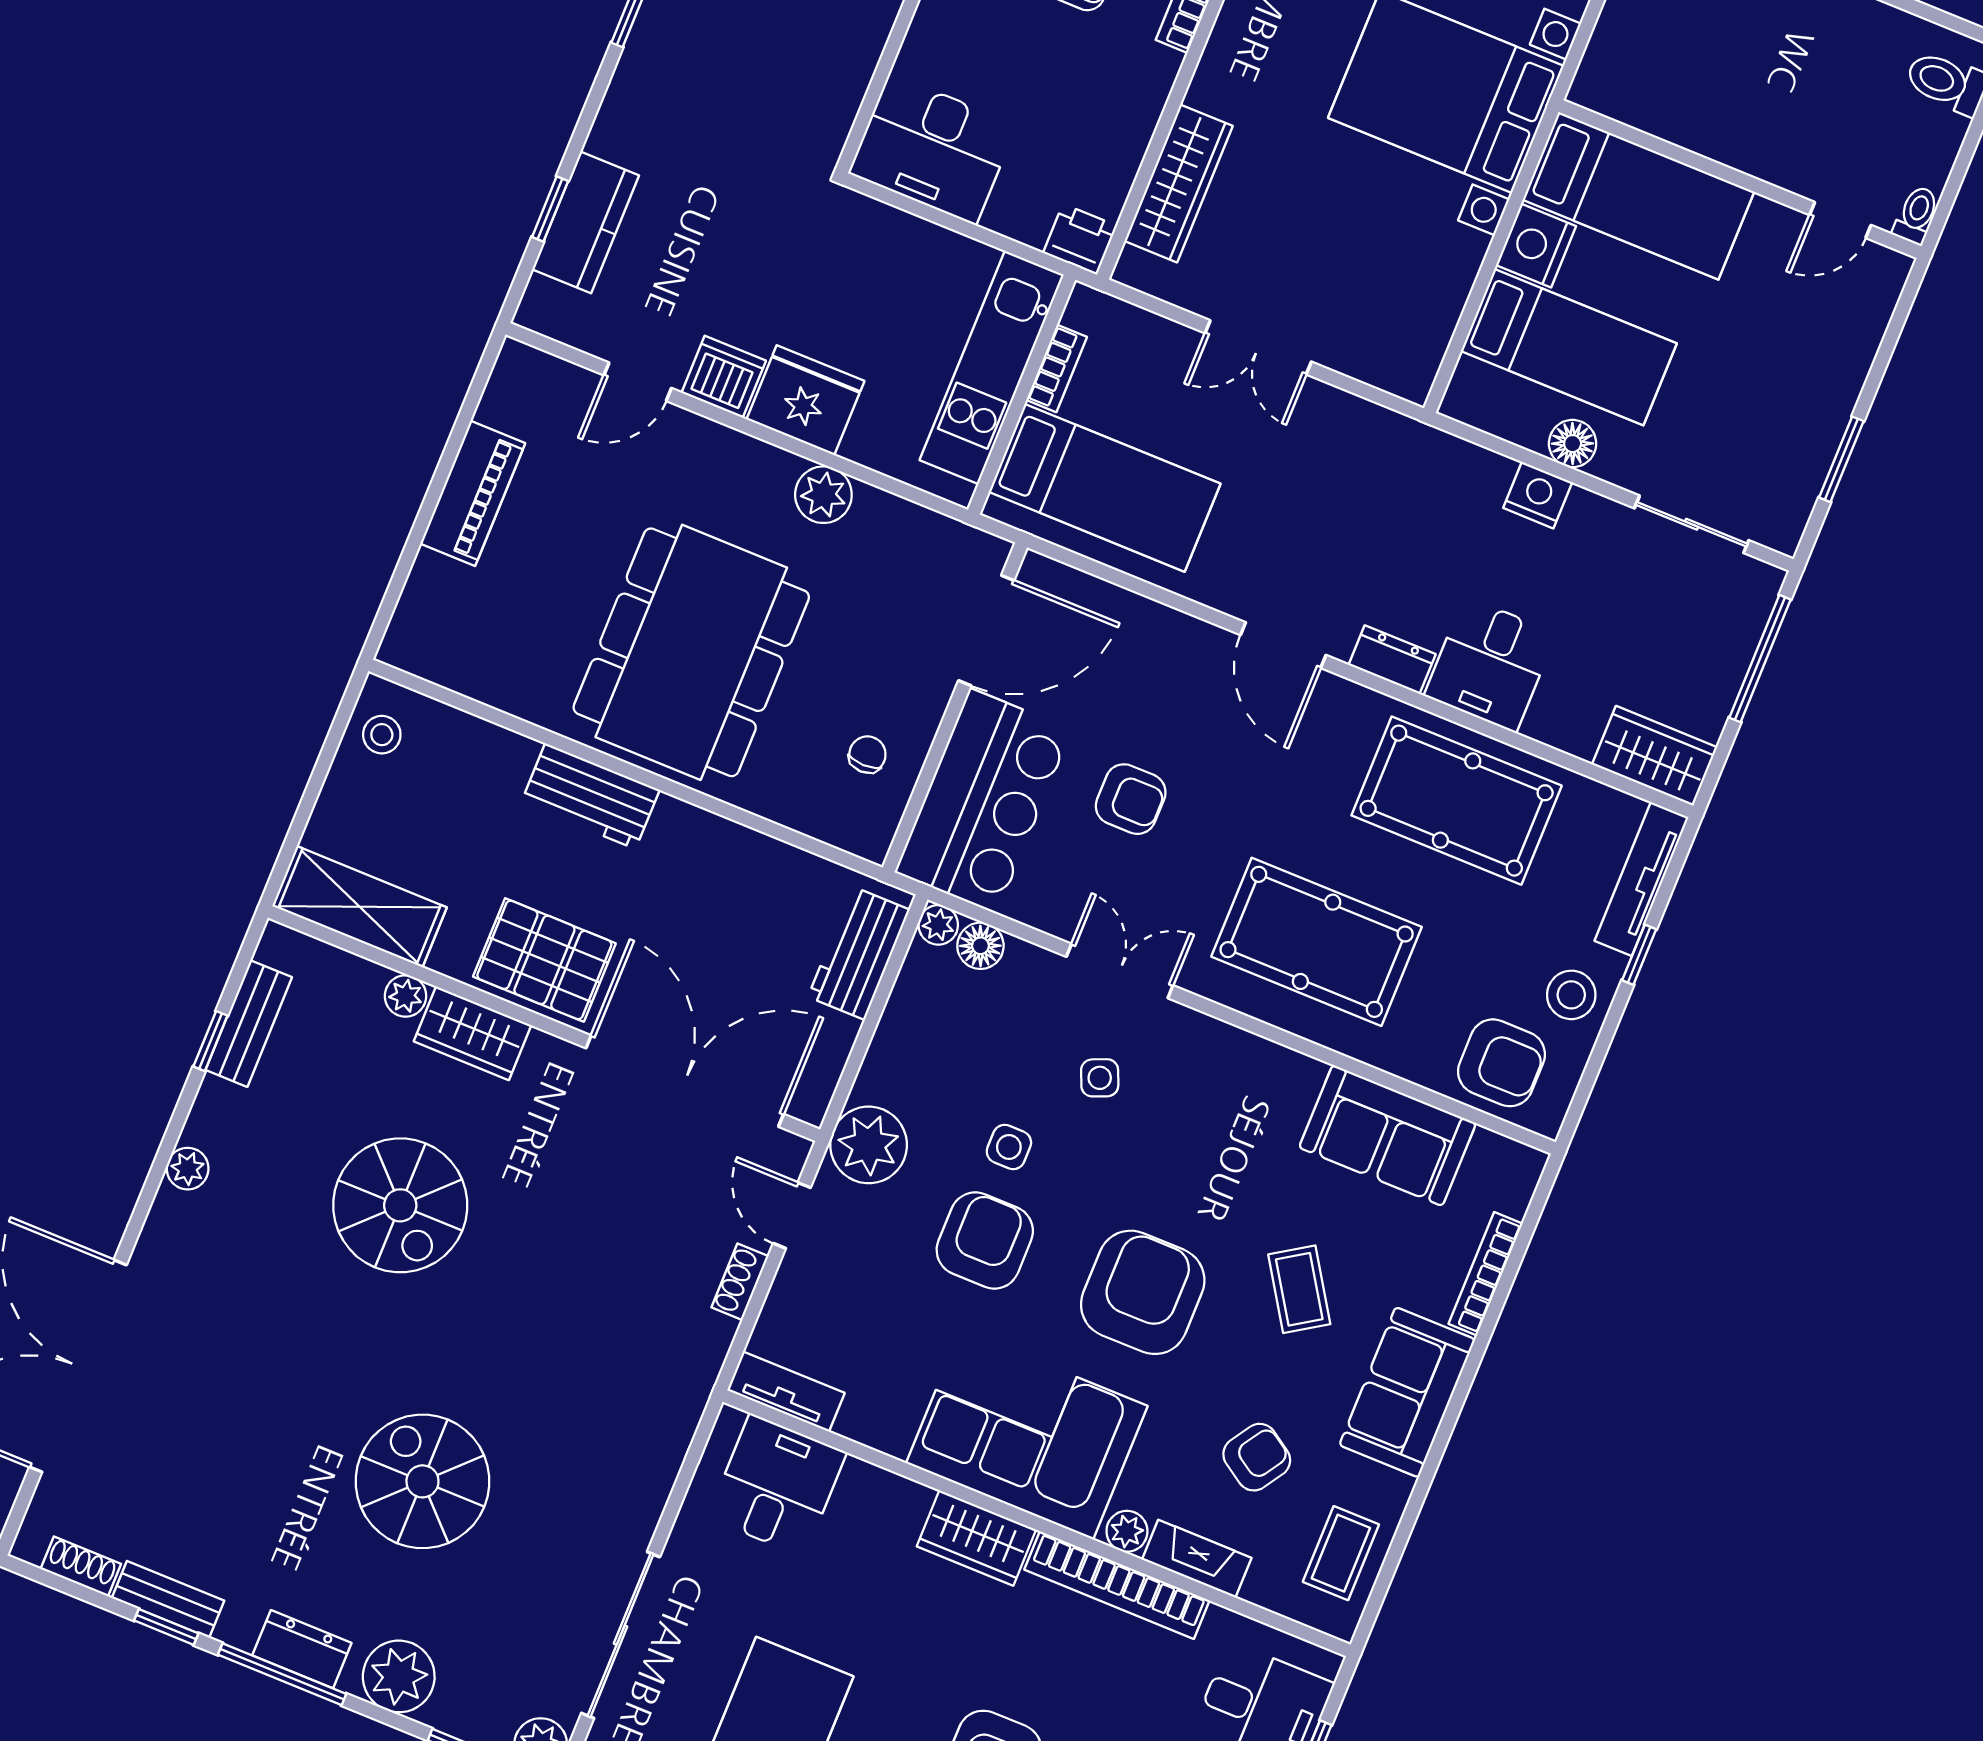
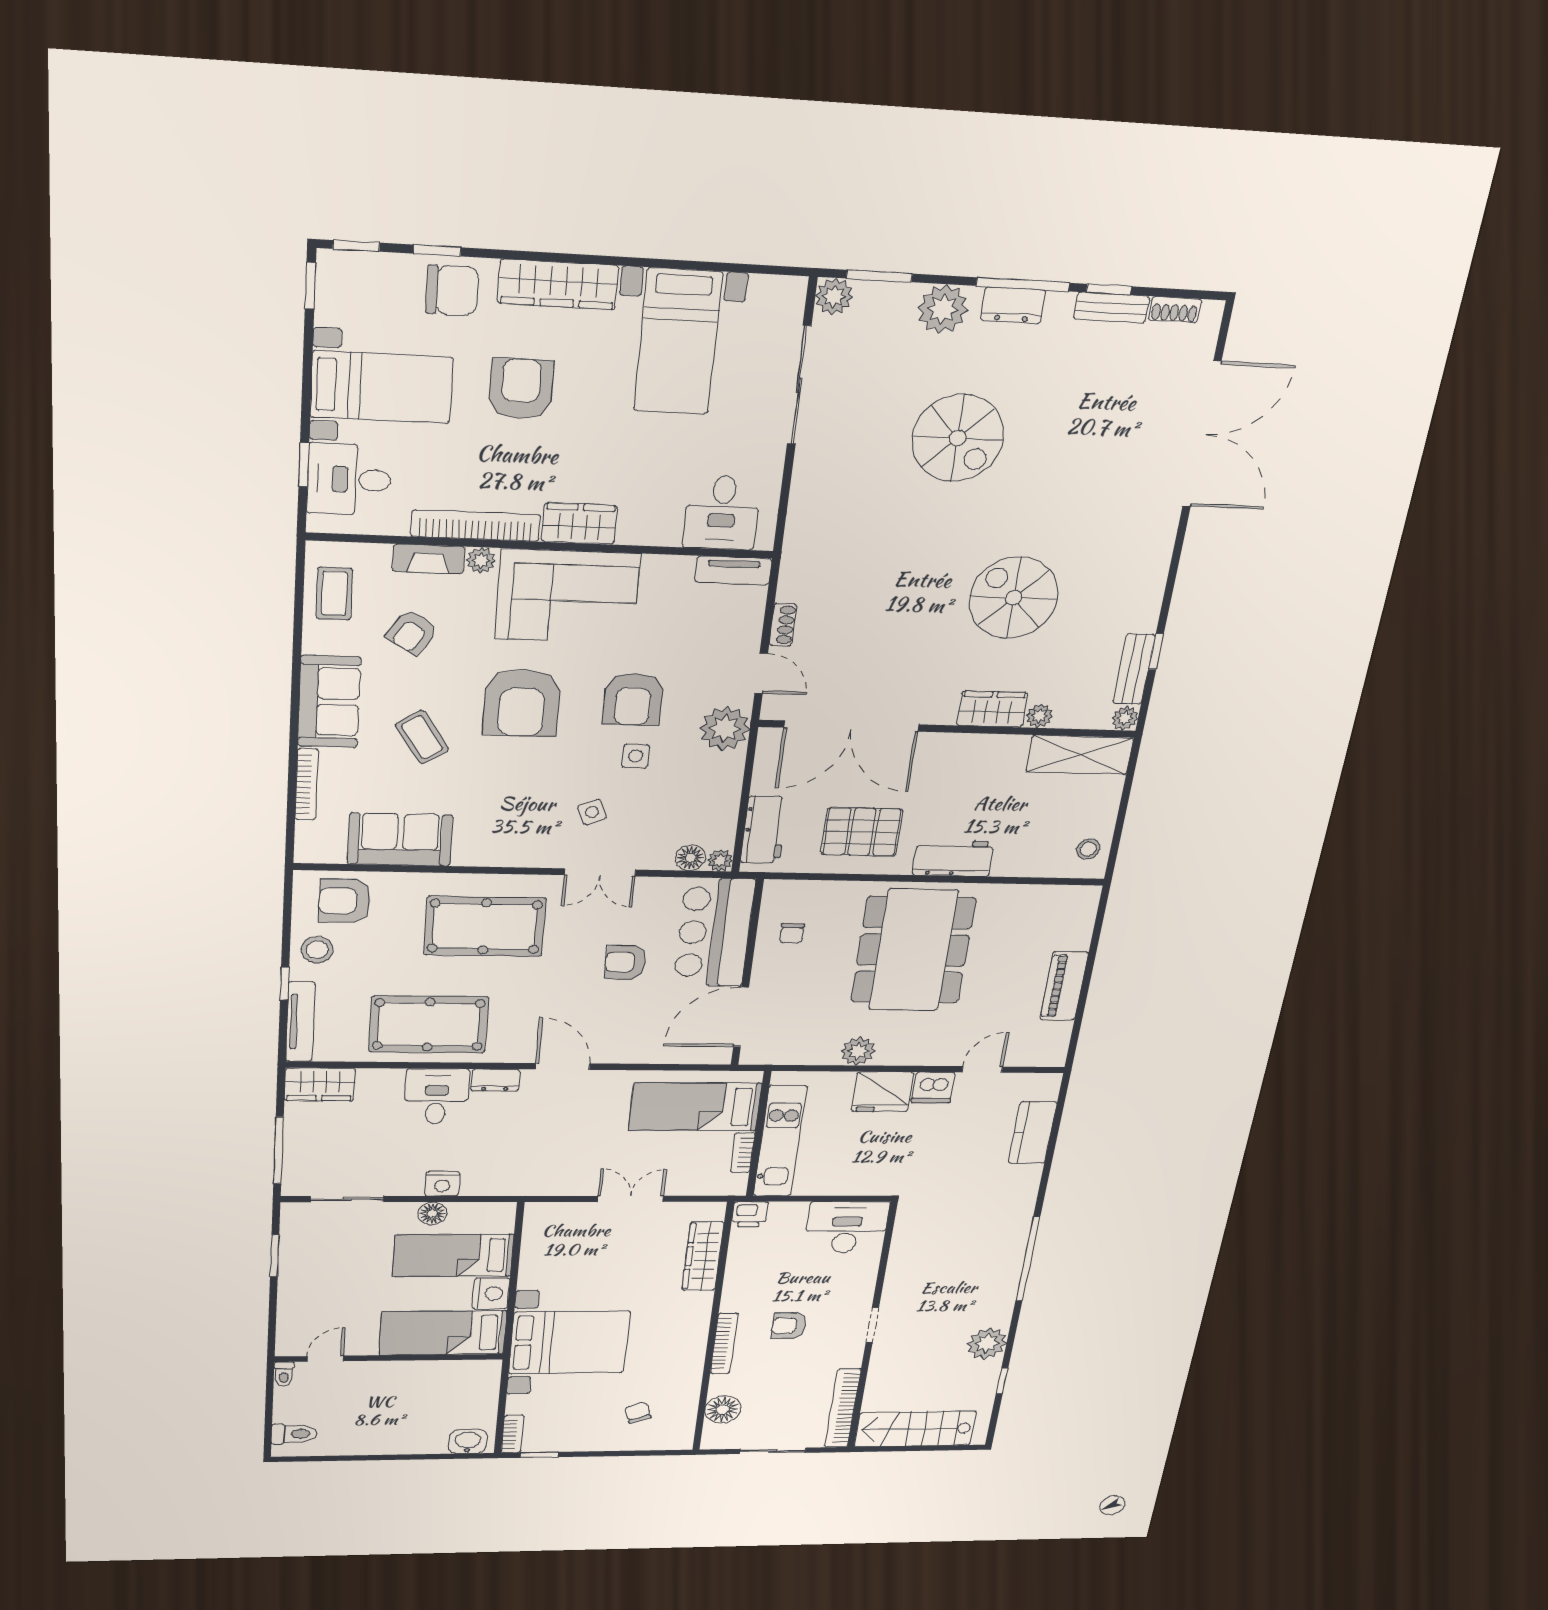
window: (550, 209) -> (1055, 1132), removed
pallet: (544, 960) -> (862, 832), moved
plant: (188, 1169) -> (1125, 718), moved

